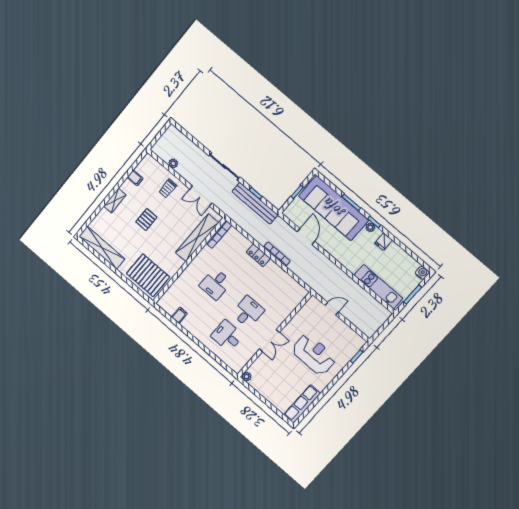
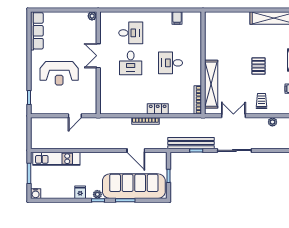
pallet: (148, 275) -> (224, 27), removed
desk: (215, 284) -> (170, 63), turned -90

